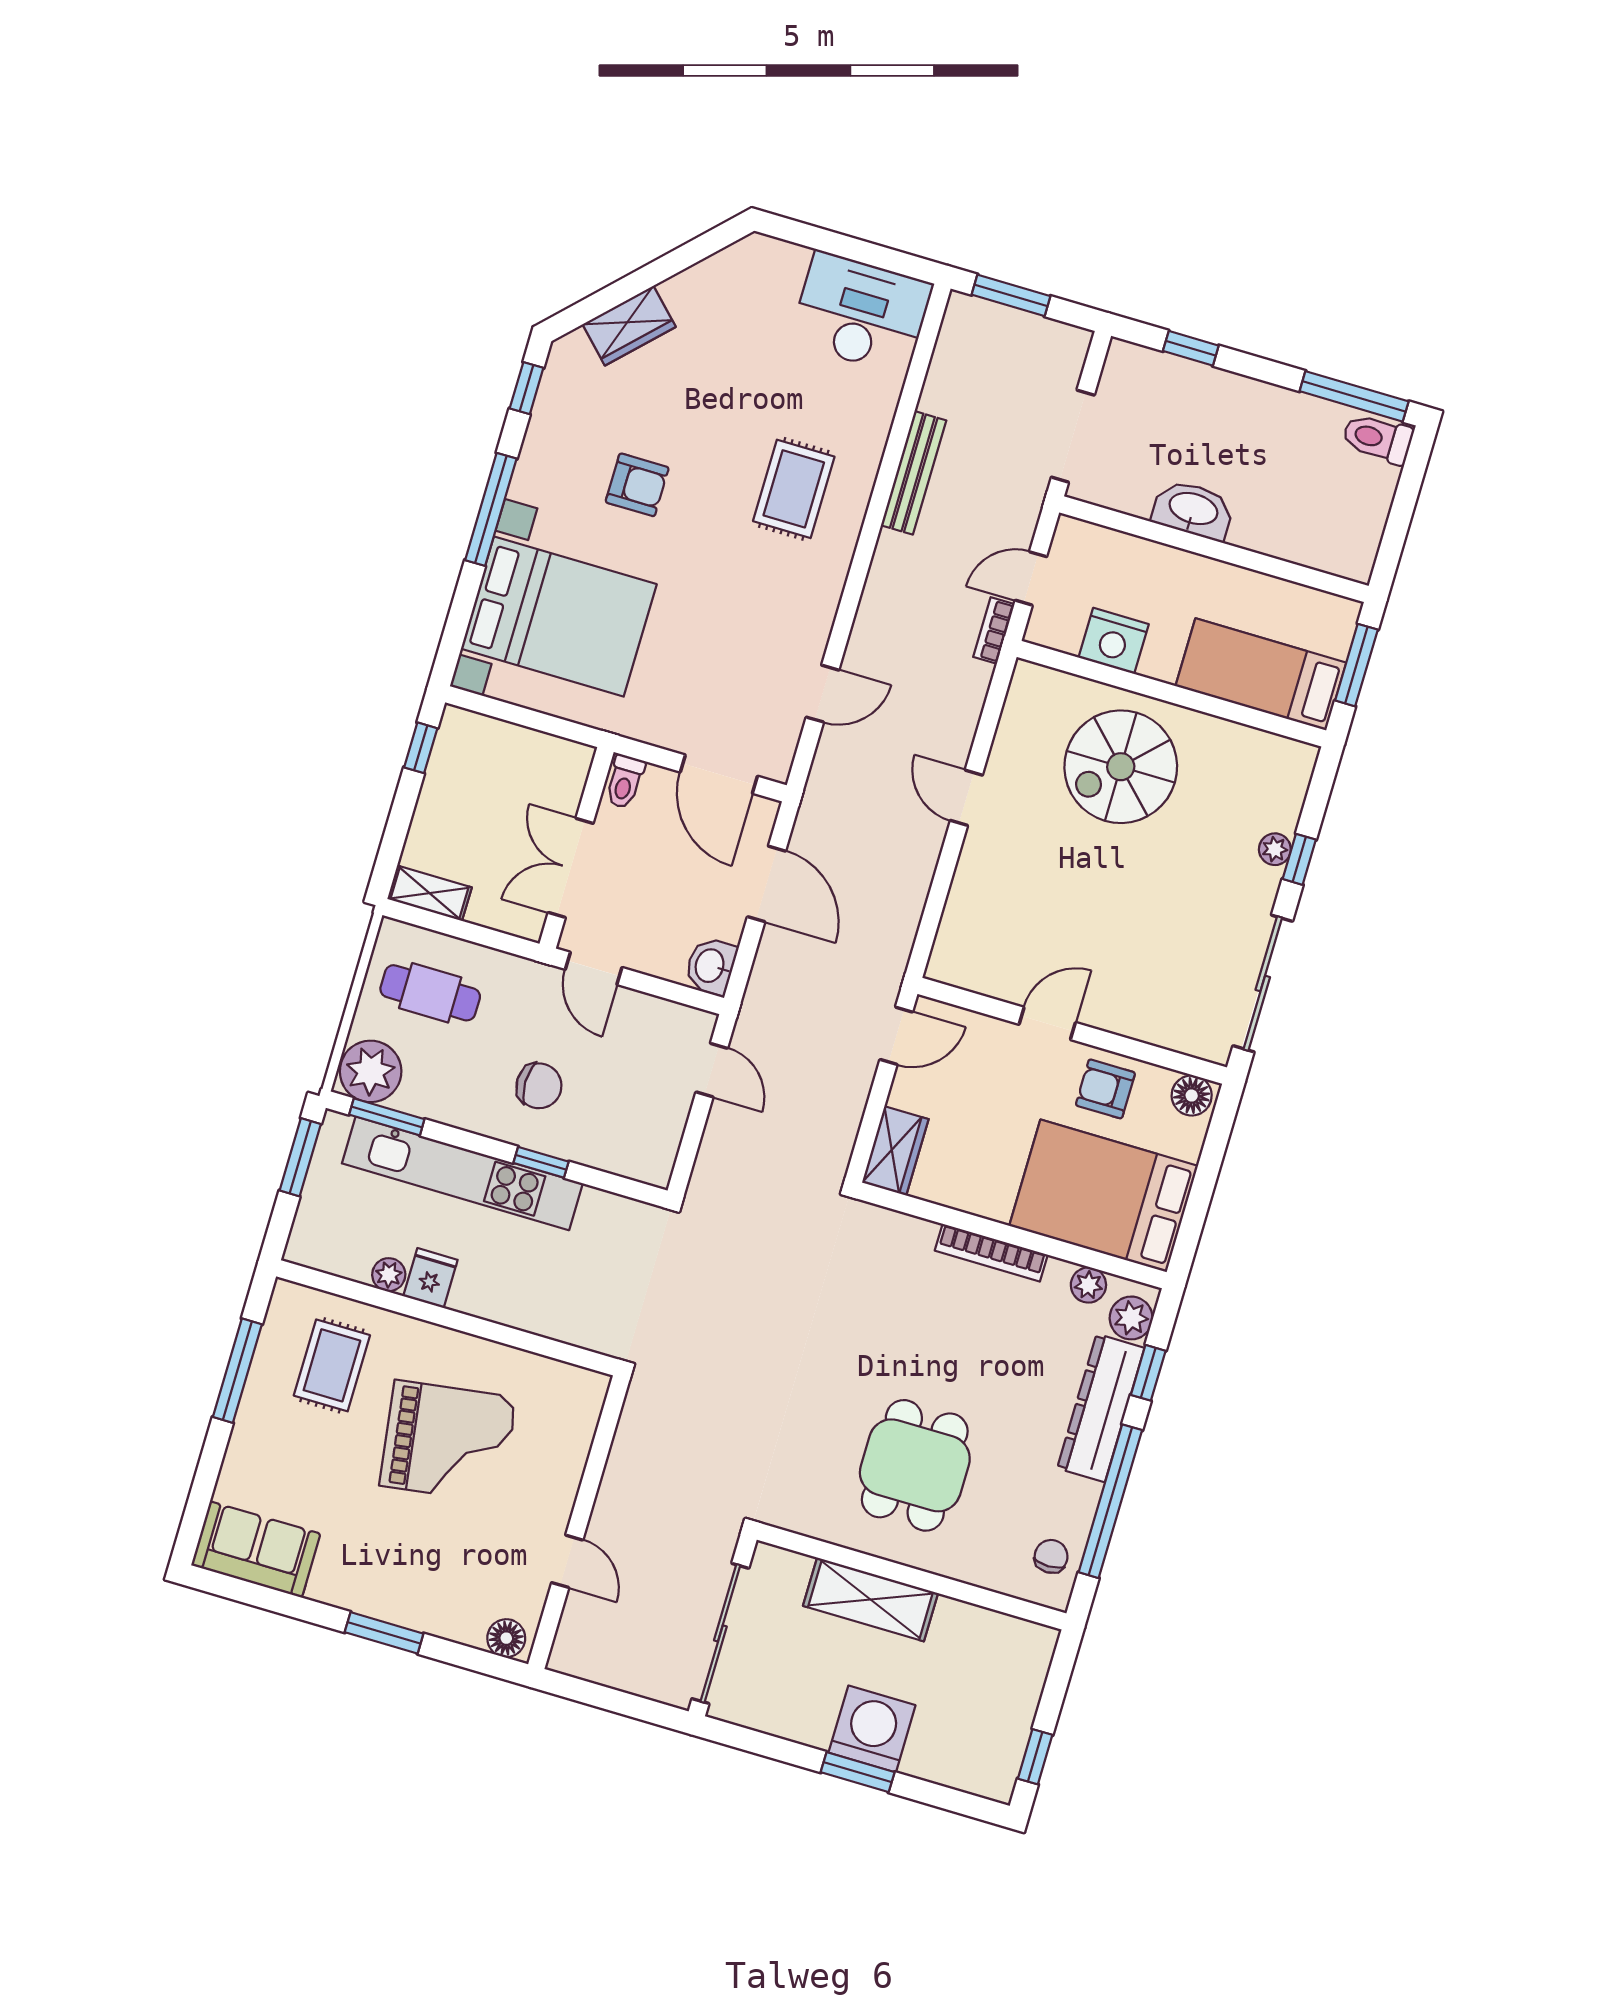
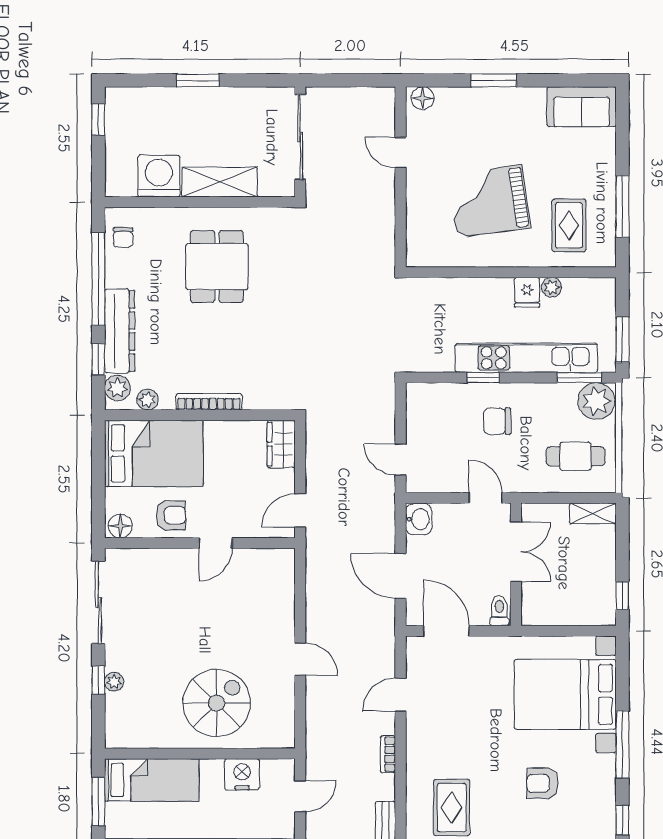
bookcase: (994, 630) -> (388, 754), moved, turned 180
washing machine: (872, 1729) -> (159, 176), moved, turned 180

